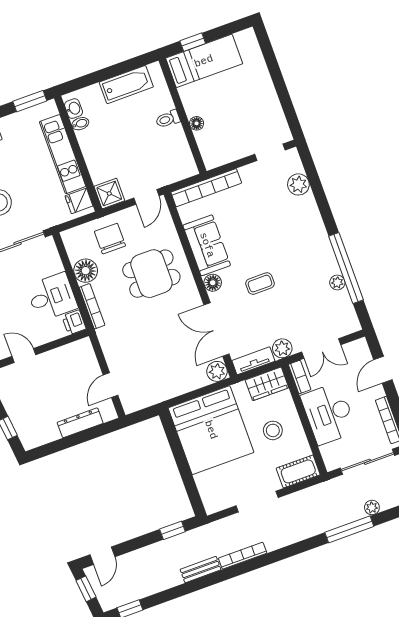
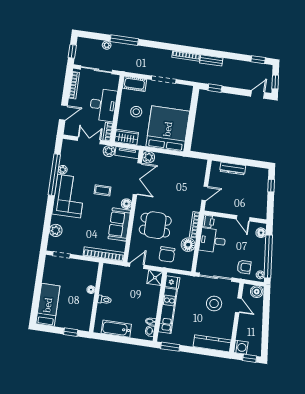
bed: (204, 61) -> (48, 305), moved, turned 90
corner sofa: (306, 247) -> (69, 196), added
door: (111, 385) -> (205, 193), moved

